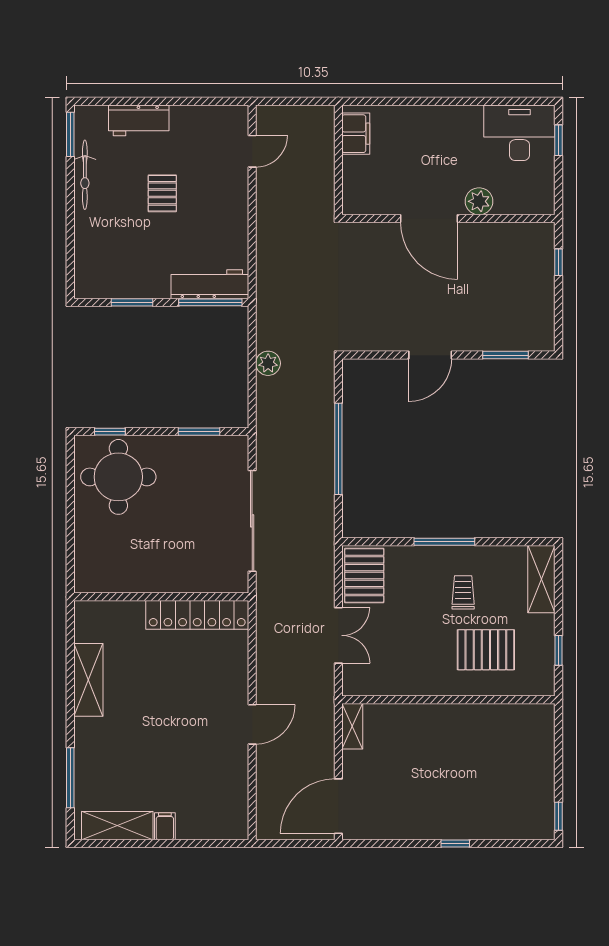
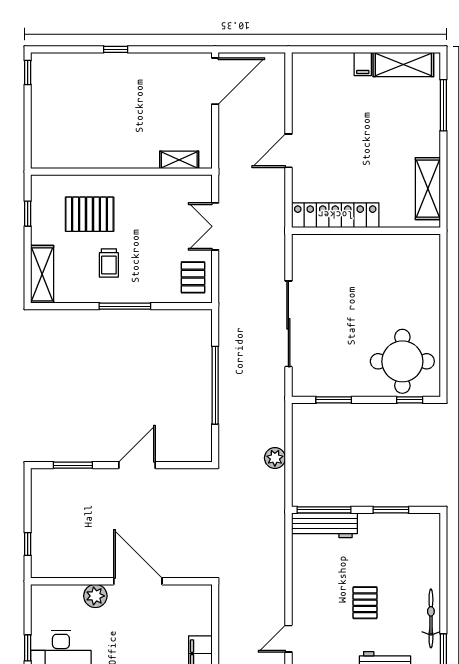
pallet: (364, 575) -> (193, 277), width x0.67, depth x0.71
wall: (161, 597) -> (366, 231), moved
locker: (197, 615) -> (335, 215), moved
shelving: (352, 726) -> (179, 160), moved, turned 90

